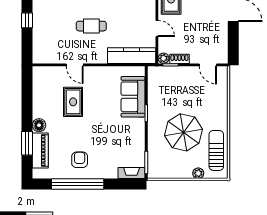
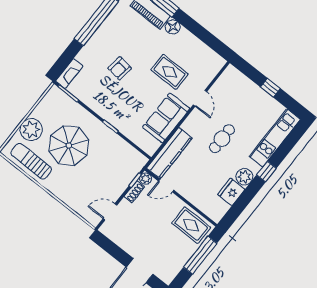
door: (157, 28) -> (166, 186), moved
door: (75, 65) -> (200, 98), swing flipped
sofa: (133, 97) -> (166, 118), moved, turned -90
sun lounger: (216, 150) -> (31, 161), turned 180
armchair: (80, 160) -> (120, 68), moved, turned 97
plant: (198, 173) -> (31, 130), width x1.88, depth x1.88

